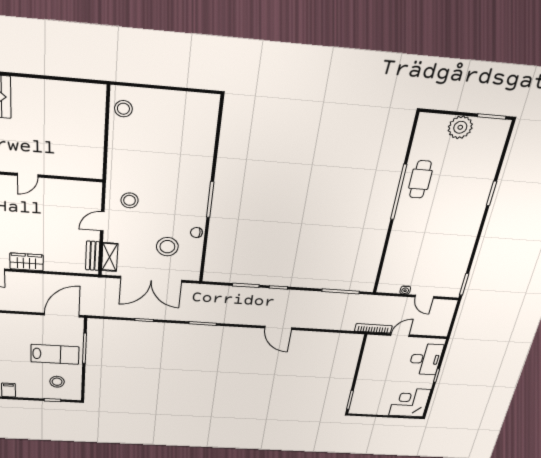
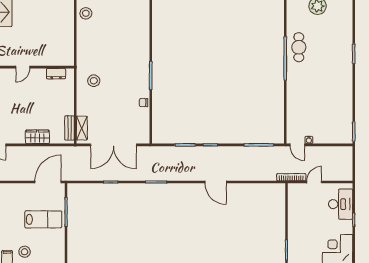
dresser: (76, 187) -> (56, 74), added
door: (102, 221) -> (75, 99), removed
stool: (167, 247) -> (123, 116), removed
wardrobe: (27, 262) -> (37, 137), moved
door: (424, 297) -> (297, 145), moved
stool: (57, 382) -> (25, 252), moved

